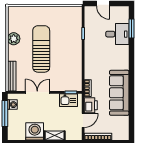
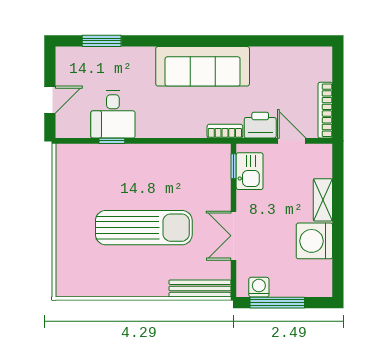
desk: (117, 34) -> (113, 115), moved, turned 180
plant: (14, 39) -> (123, 284), removed
sun lounger: (41, 49) -> (144, 228), turned 180
sofa: (119, 93) -> (203, 66), moved

